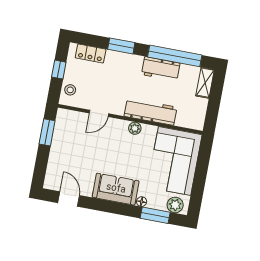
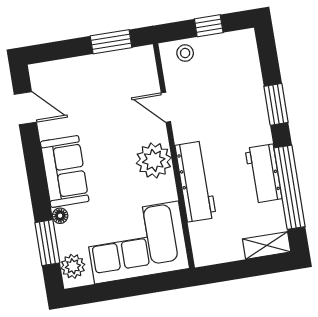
locker: (91, 54) -> (249, 64), removed
plant: (135, 128) -> (154, 160), width x1.88, depth x1.88
door: (69, 199) -> (25, 108), hinge flipped

